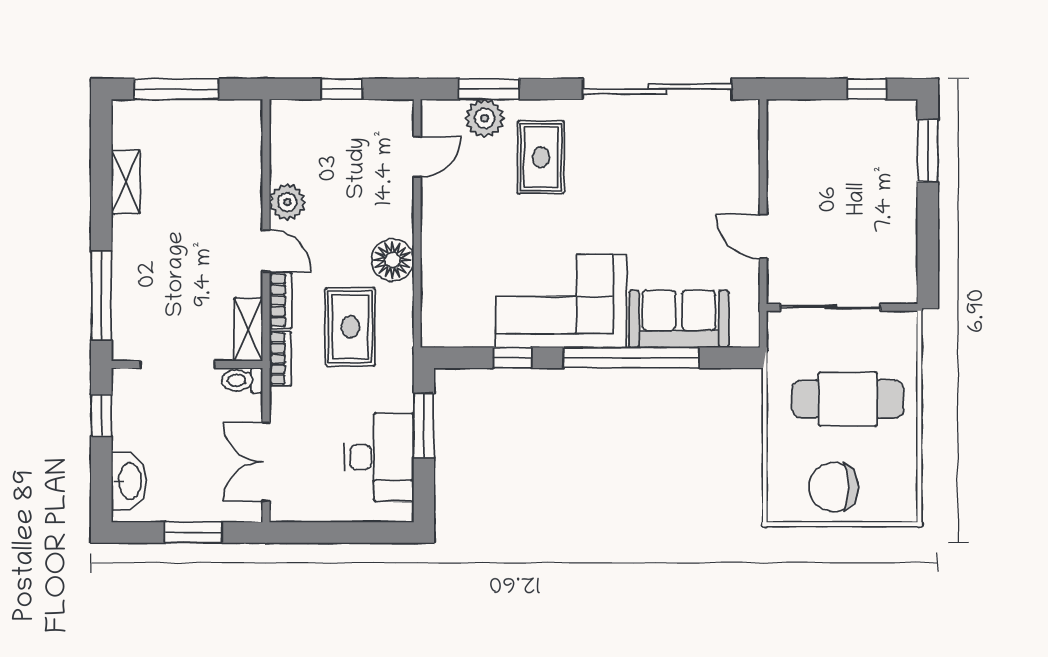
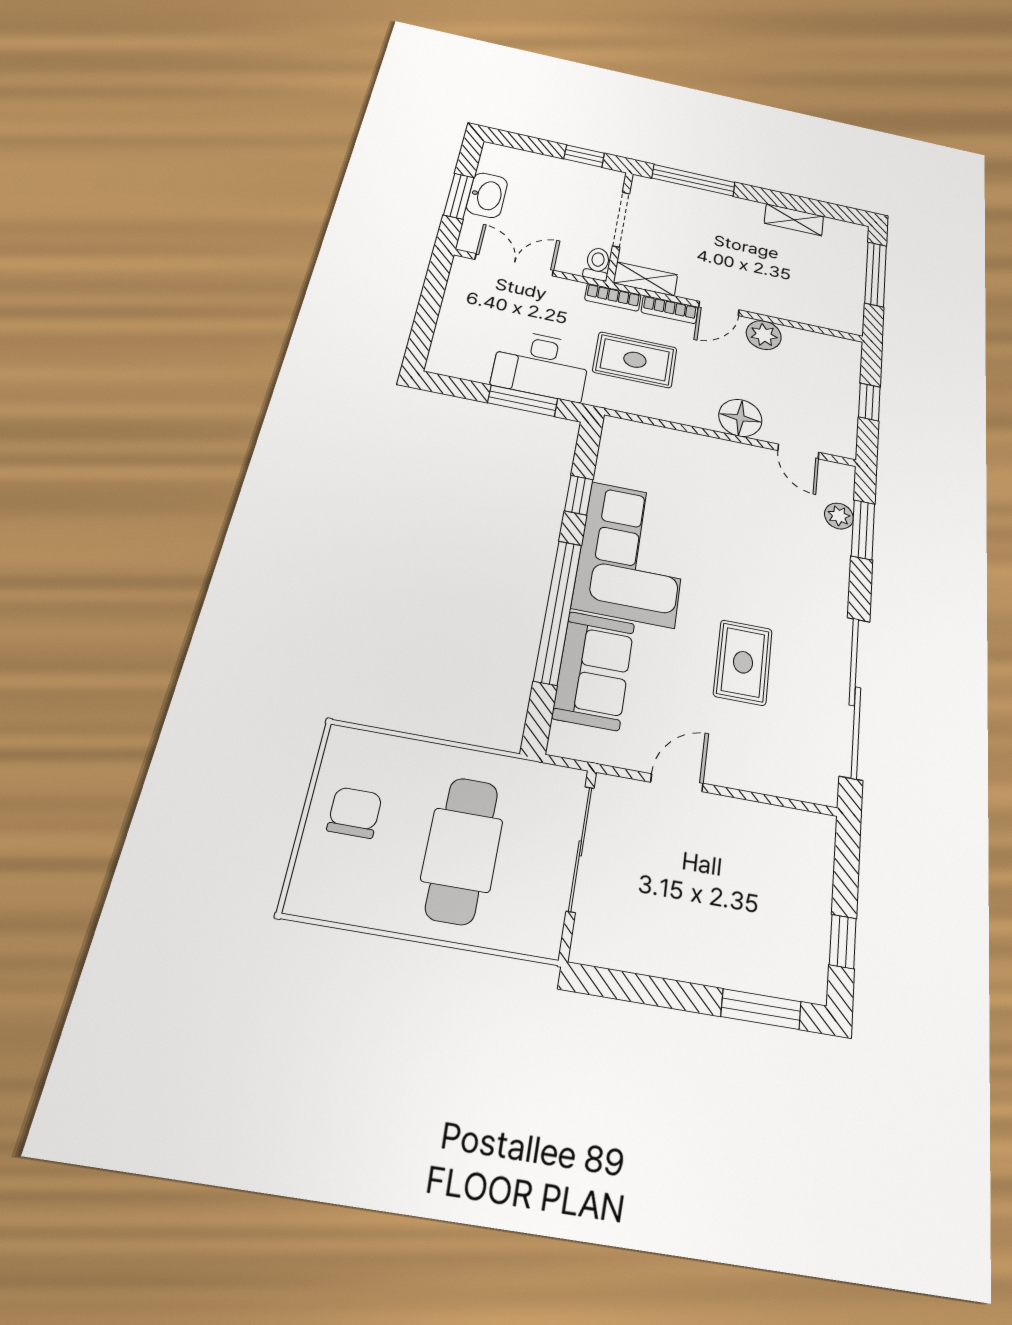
plant: (485, 118) -> (839, 516), width x0.73, depth x0.73
rug: (541, 157) -> (743, 662), moved, turned 90
floor lamp: (392, 260) -> (740, 418), moved
desk: (379, 457) -> (541, 365), moved
washbasin: (129, 481) -> (487, 195), moved, turned -90
chair: (834, 487) -> (355, 812), width x0.73, depth x0.73

